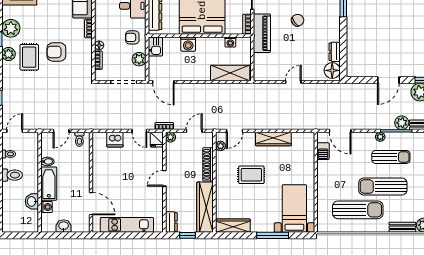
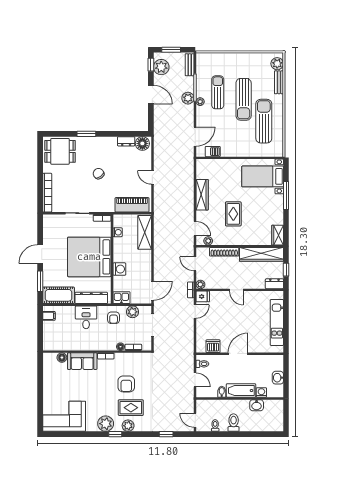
piano: (262, 33) -> (132, 205), moved
plant: (402, 123) -> (188, 98), moved
dishwasher: (115, 140) -> (213, 346), moved, turned -90
door: (91, 204) -> (238, 354), moved
wardrobe: (233, 226) -> (278, 235), width x0.67

